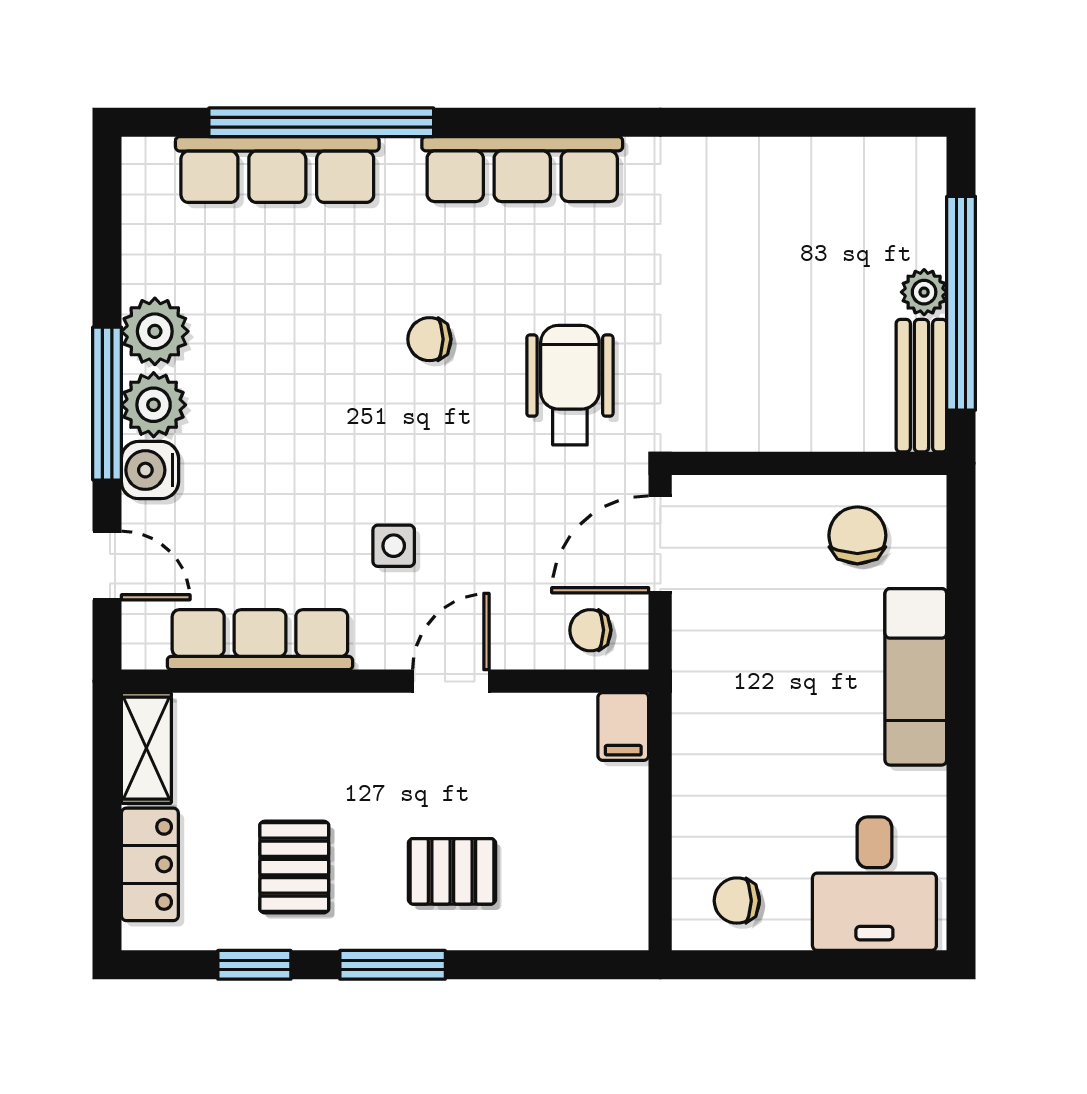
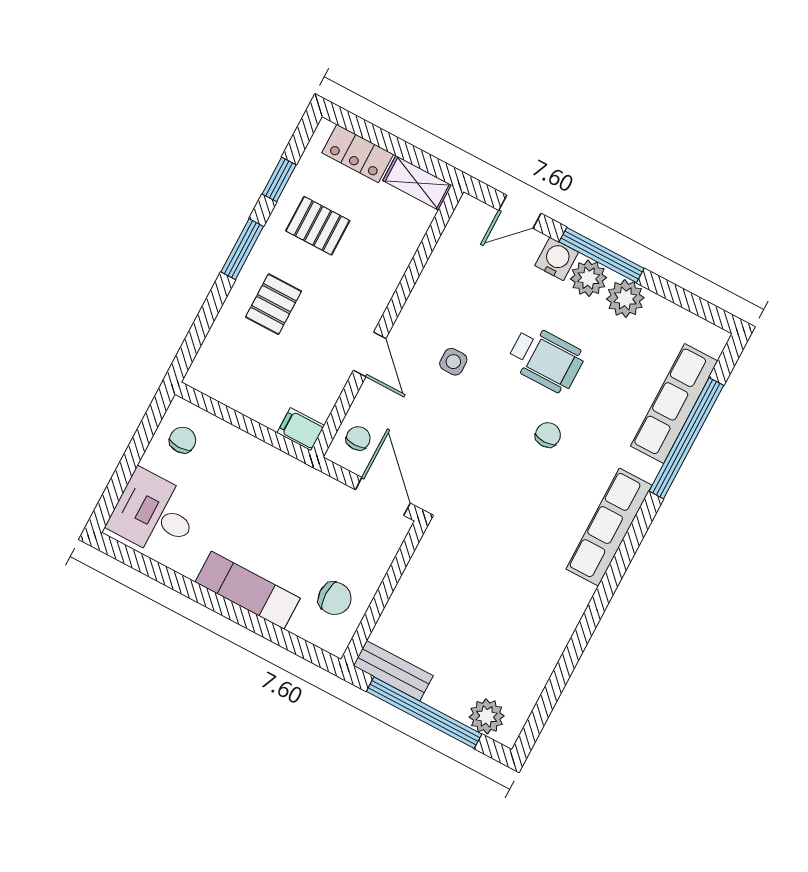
plant: (924, 292) -> (487, 716), moved, width x1.38, depth x1.38
wheelchair: (570, 385) -> (546, 359), moved
row of seats: (260, 640) -> (442, 269), removed

